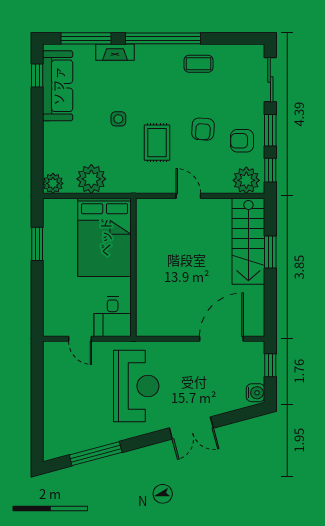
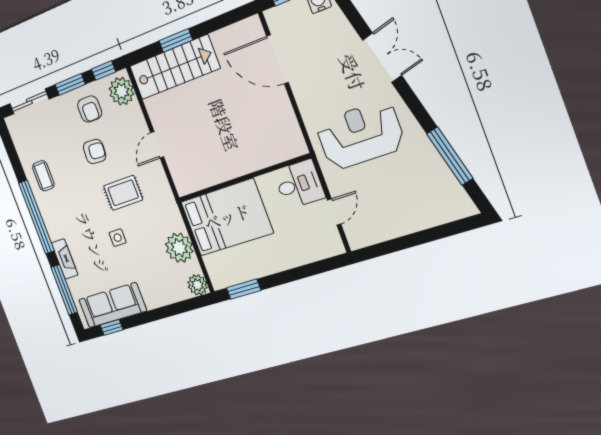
window: (37, 244) -> (244, 289), moved

